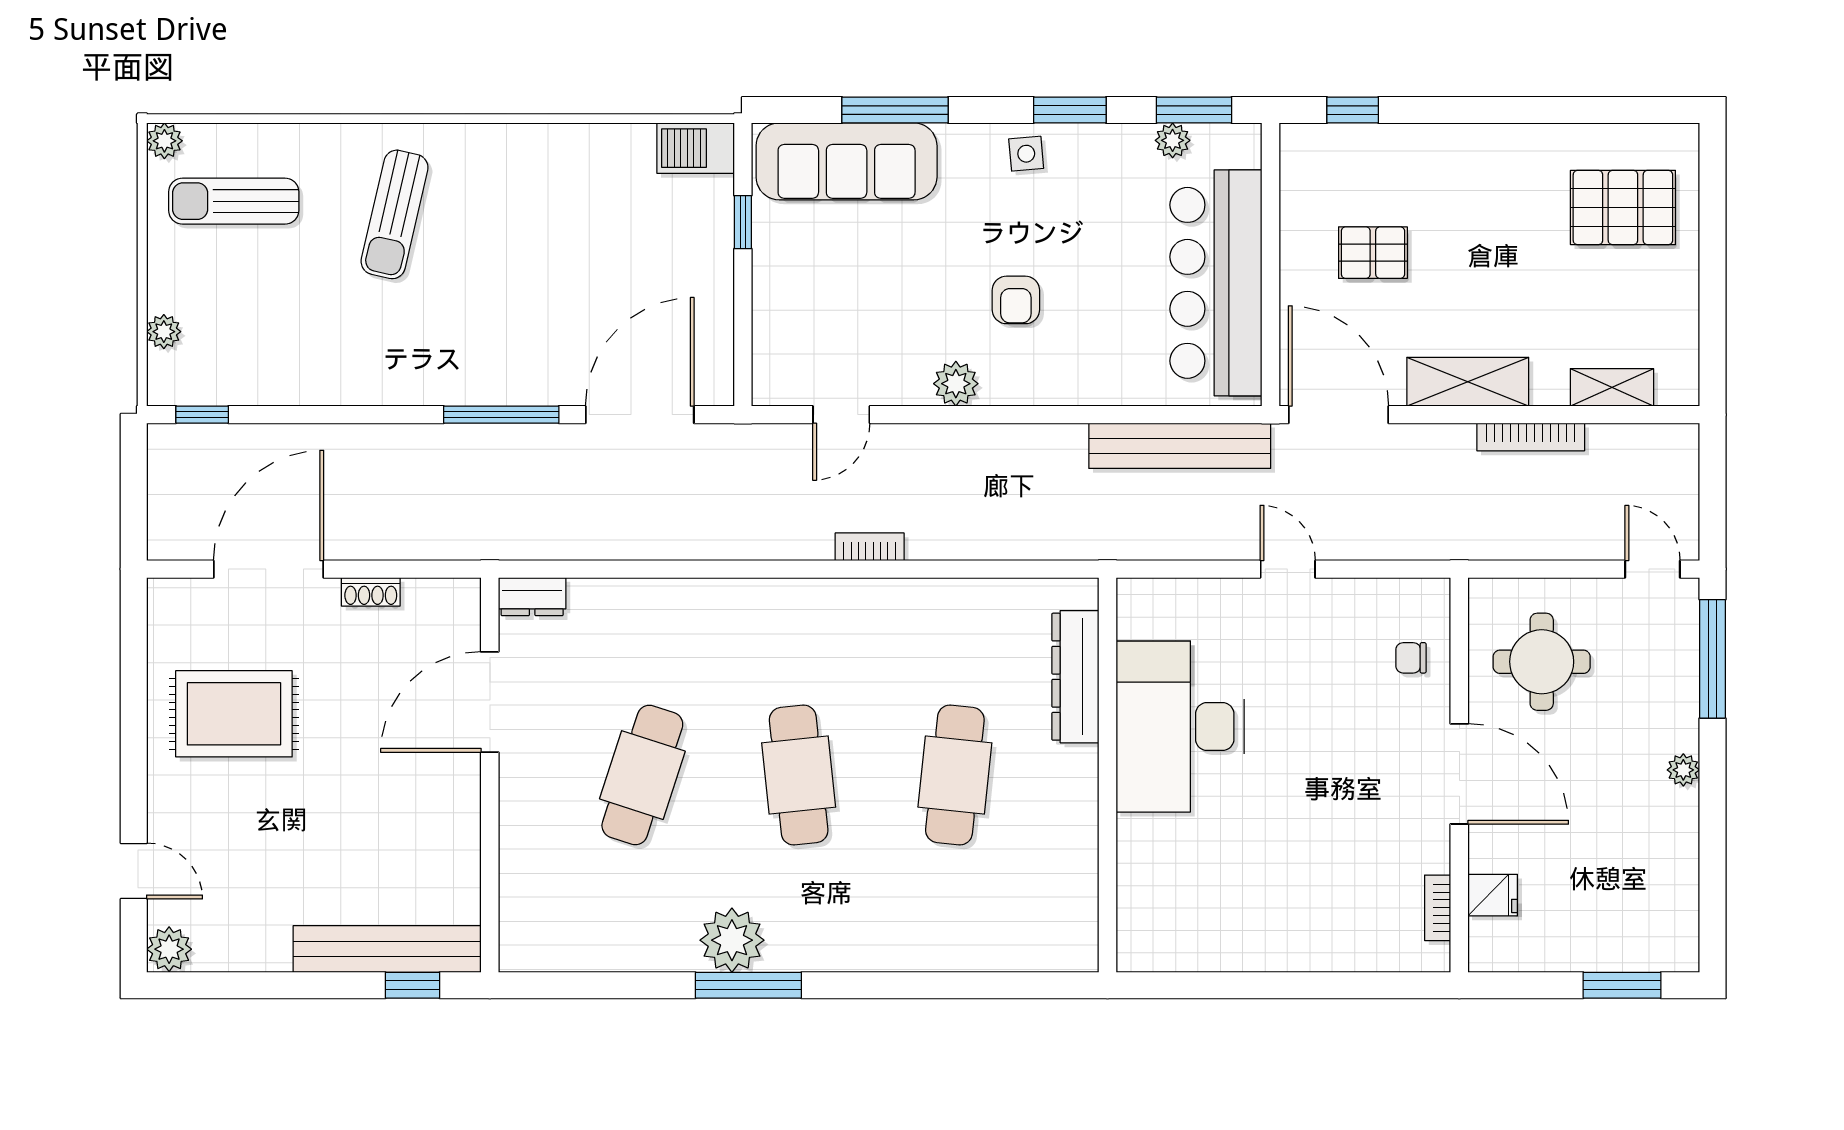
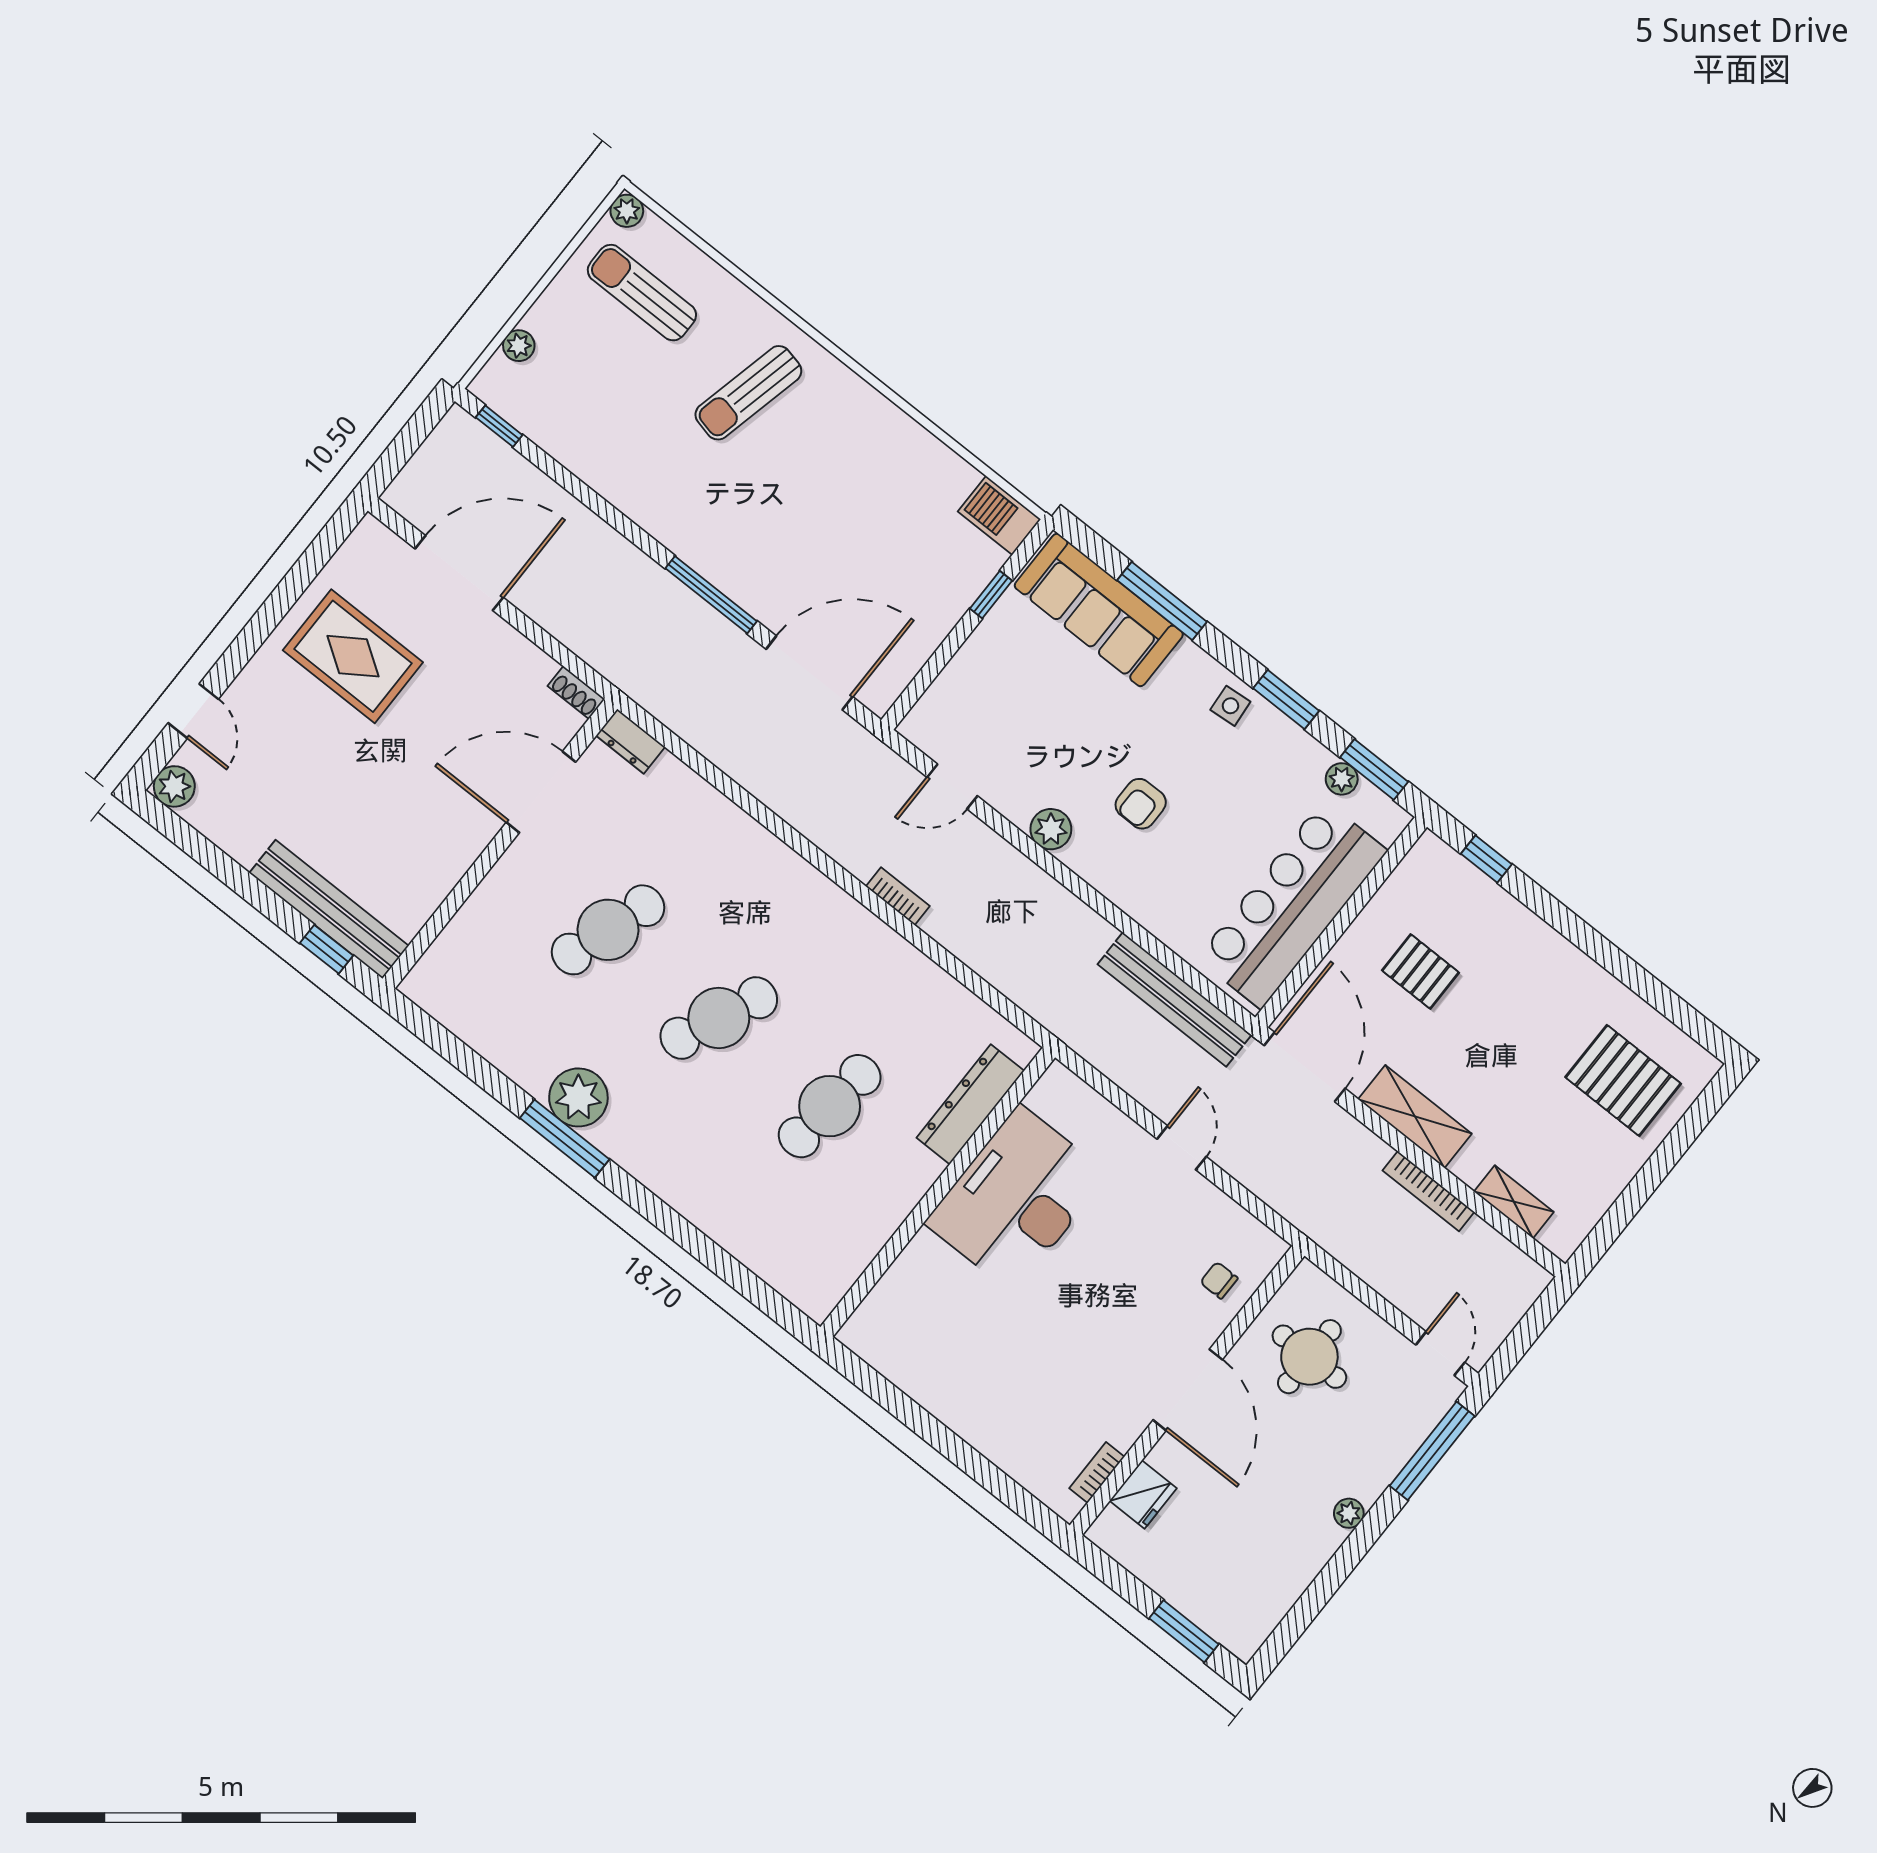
shoe rack: (371, 592) -> (576, 693), moved
cafe table: (799, 775) -> (719, 1018), turned 30
fridge: (1493, 895) -> (1143, 1494), width x1.38

